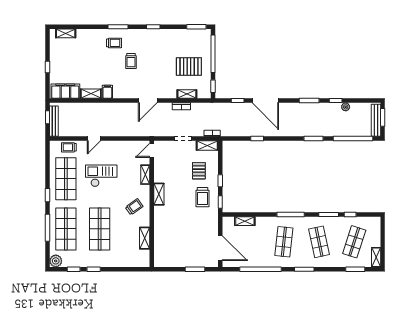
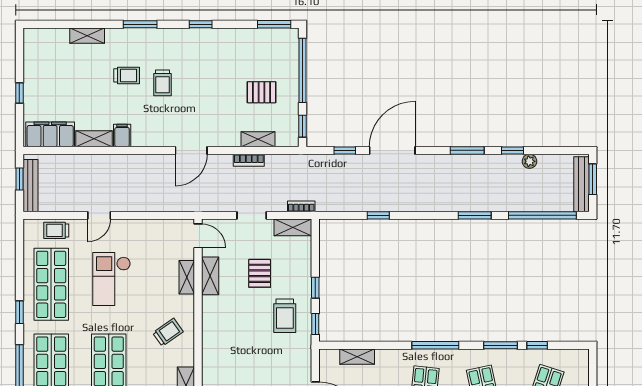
shelving: (66, 33) -> (87, 36), moved
trolley: (114, 43) -> (127, 75), moved
pallet: (189, 67) -> (262, 92), width x0.67, depth x0.71
door: (265, 101) -> (392, 150), swing flipped
door: (152, 150) -> (198, 236), swing flipped
pallet: (199, 171) -> (260, 273), moved
checkout: (101, 176) -> (112, 279), turned -90
shelving: (159, 194) -> (210, 276), moved

